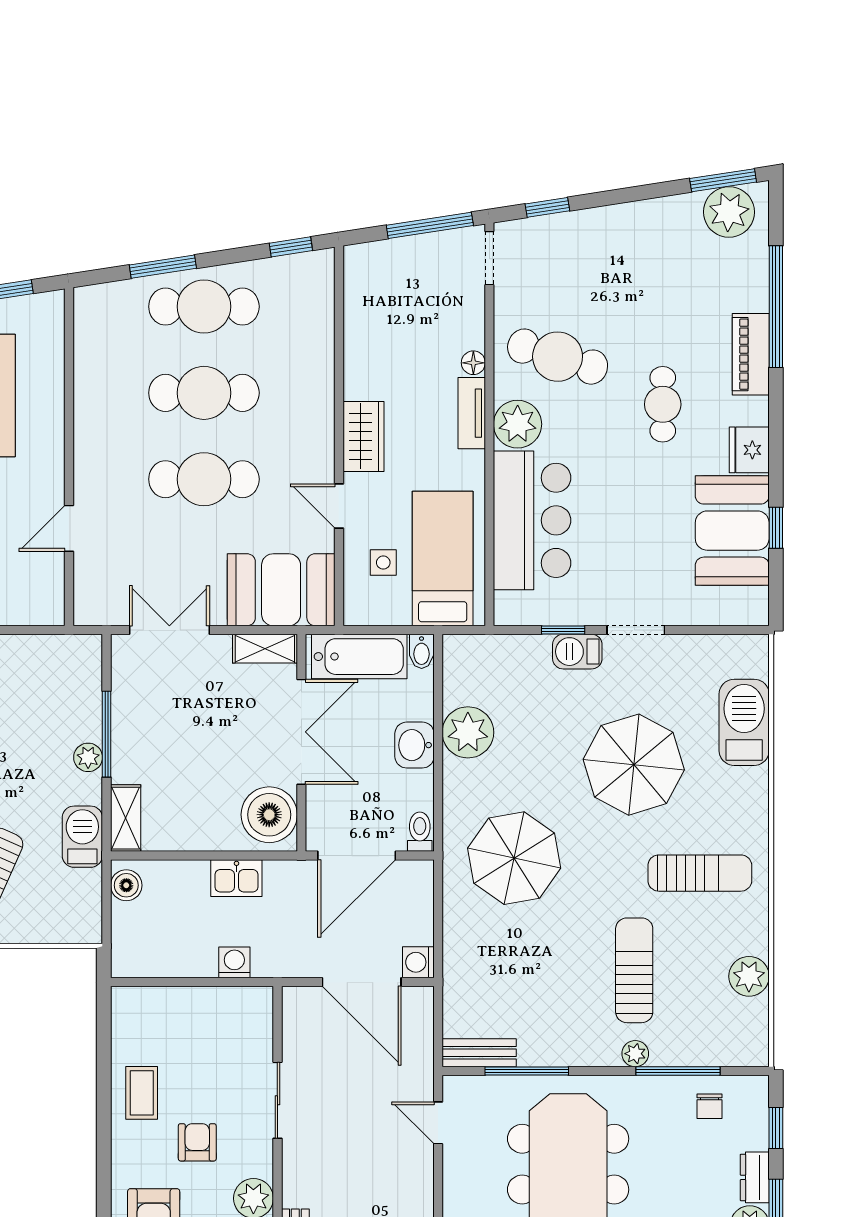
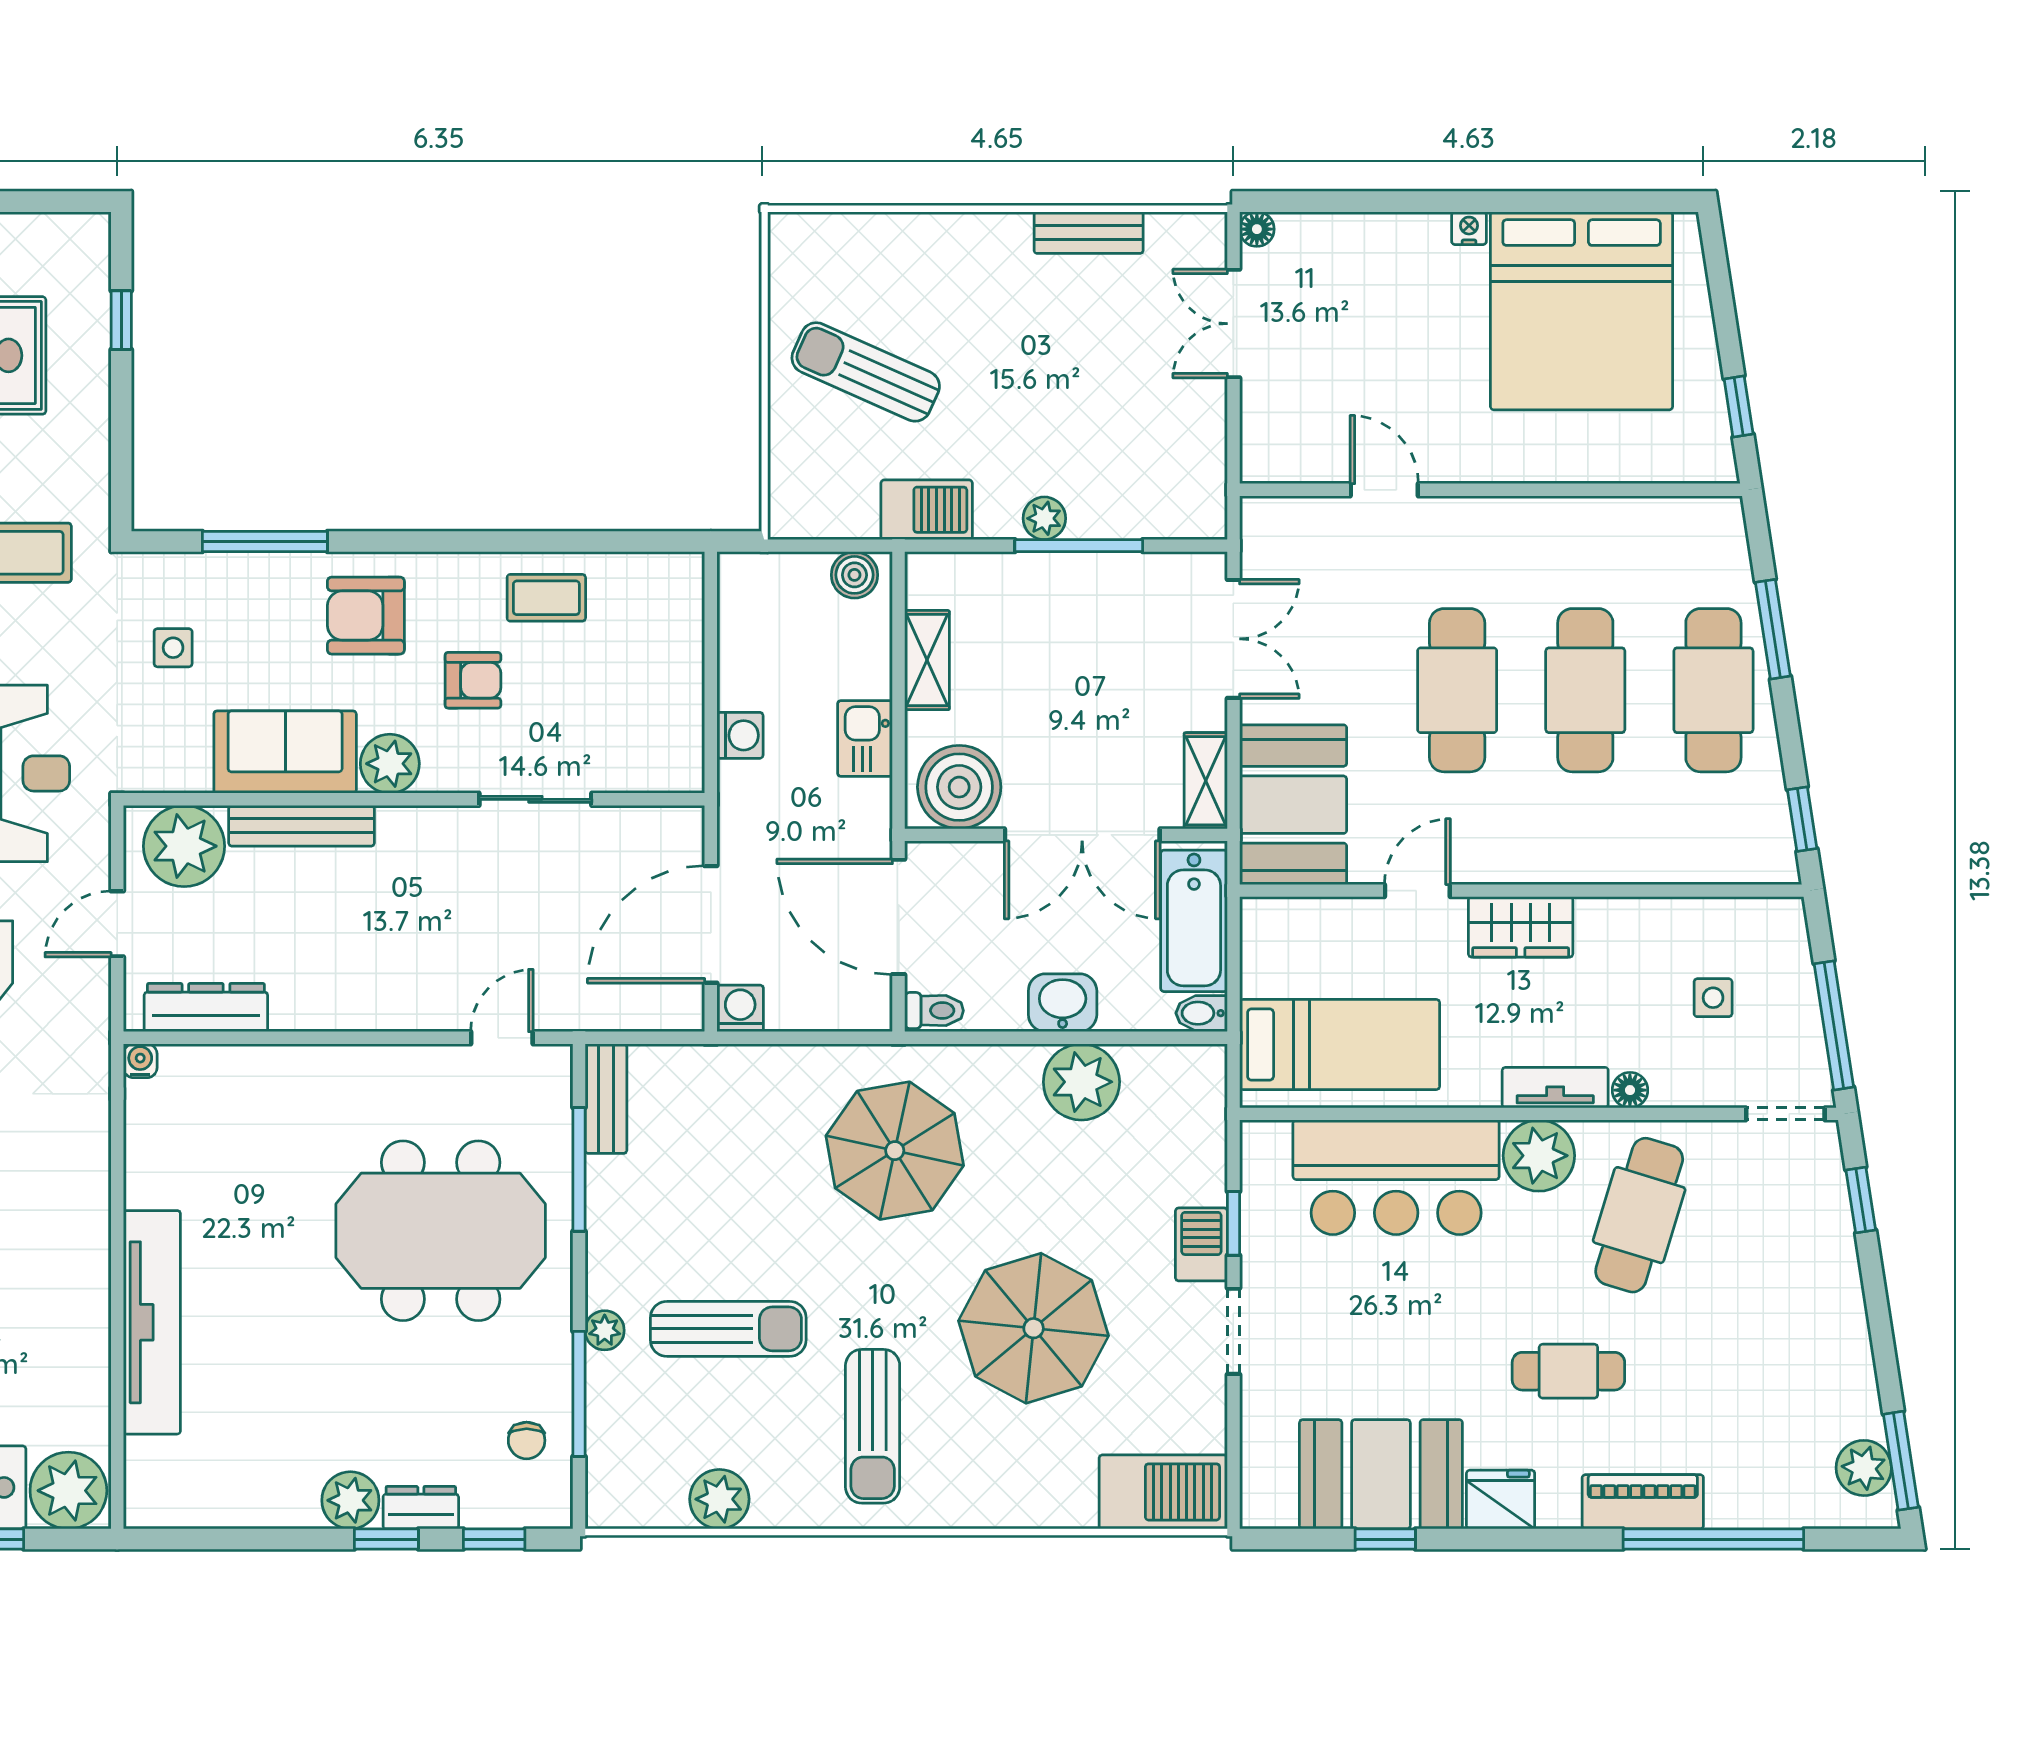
plant: (729, 212) -> (1864, 1468), width x0.73, depth x0.73
side table: (383, 563) -> (1713, 998), moved
barbecue: (744, 722) -> (1163, 1492), moved
shelving: (126, 818) -> (927, 660), moved, turned 90
chair: (709, 1106) -> (527, 1440), turned -90

